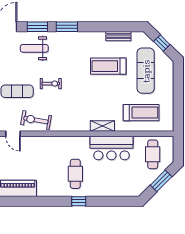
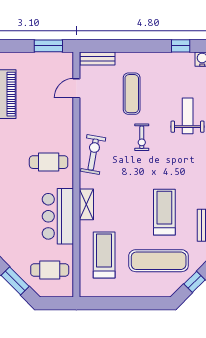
treadmill: (141, 113) -> (104, 255), turned 180
exercise bike: (36, 120) -> (93, 155), moved
cafe table: (75, 174) -> (49, 162), moved

